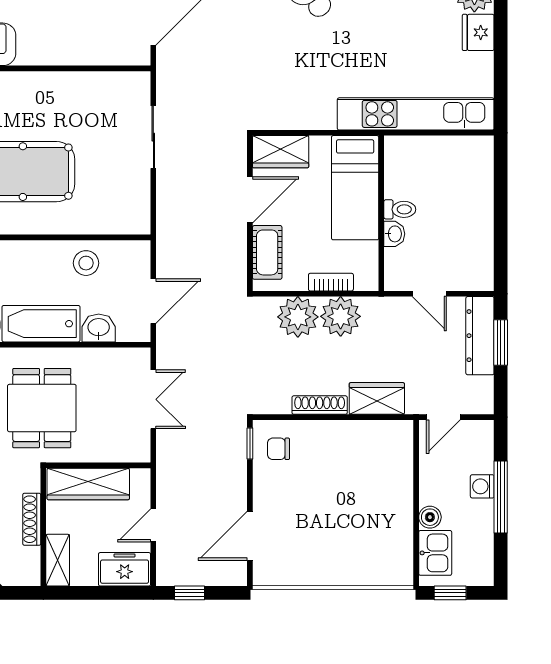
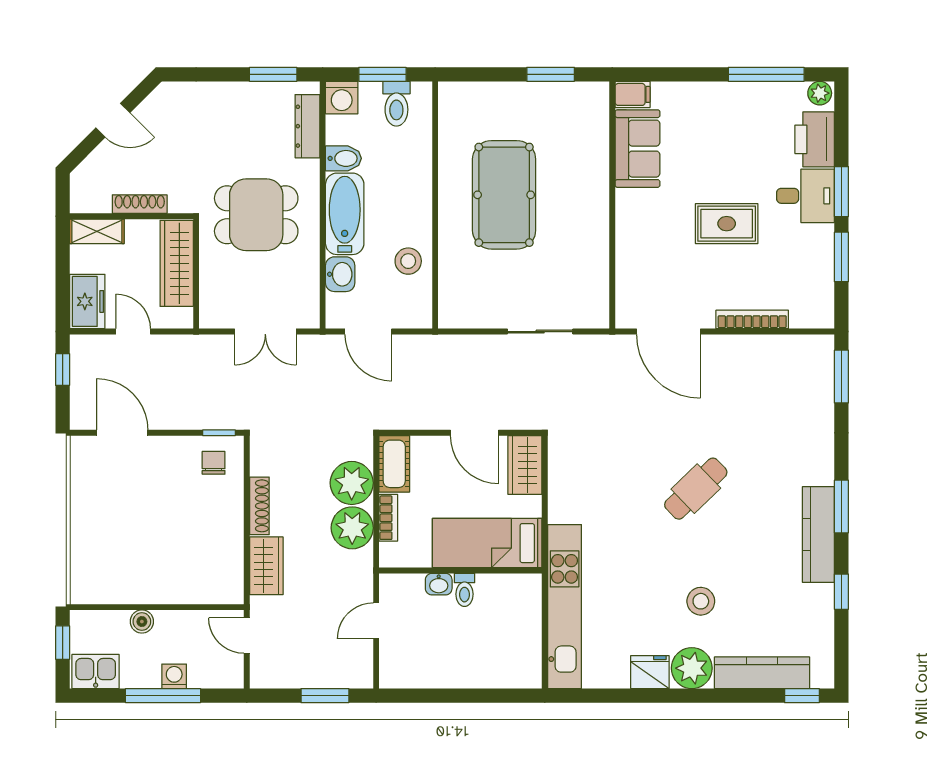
cot: (267, 252) -> (394, 464), moved, turned 90
dresser: (480, 336) -> (332, 674), removed
kitchen sink: (435, 553) -> (96, 672), moved, turned 180

